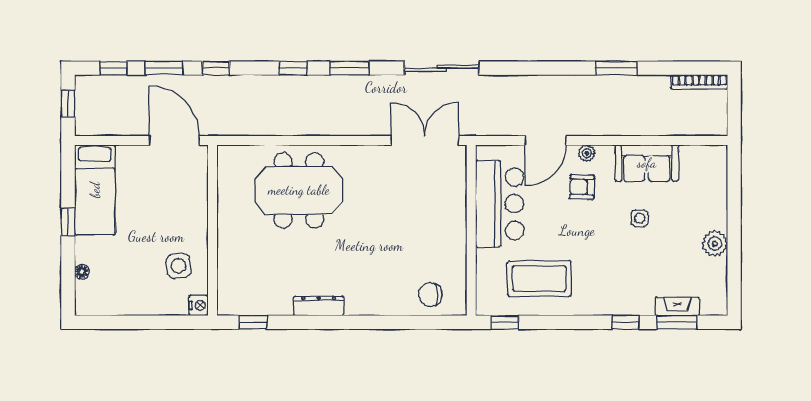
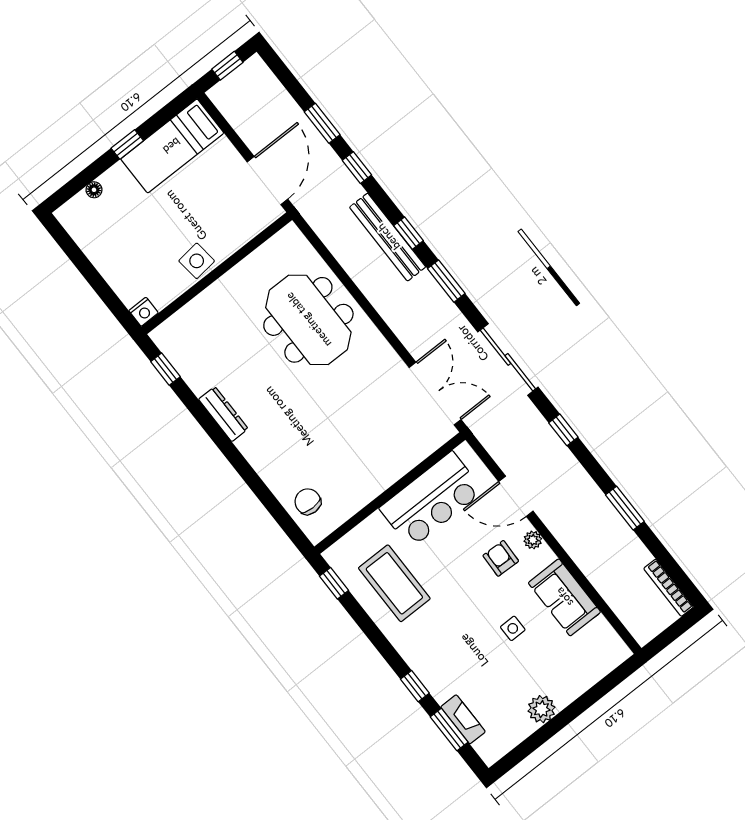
window: (114, 68) -> (563, 430), moved
bench: (284, 86) -> (388, 237), added
side table: (179, 266) -> (197, 261), moved

